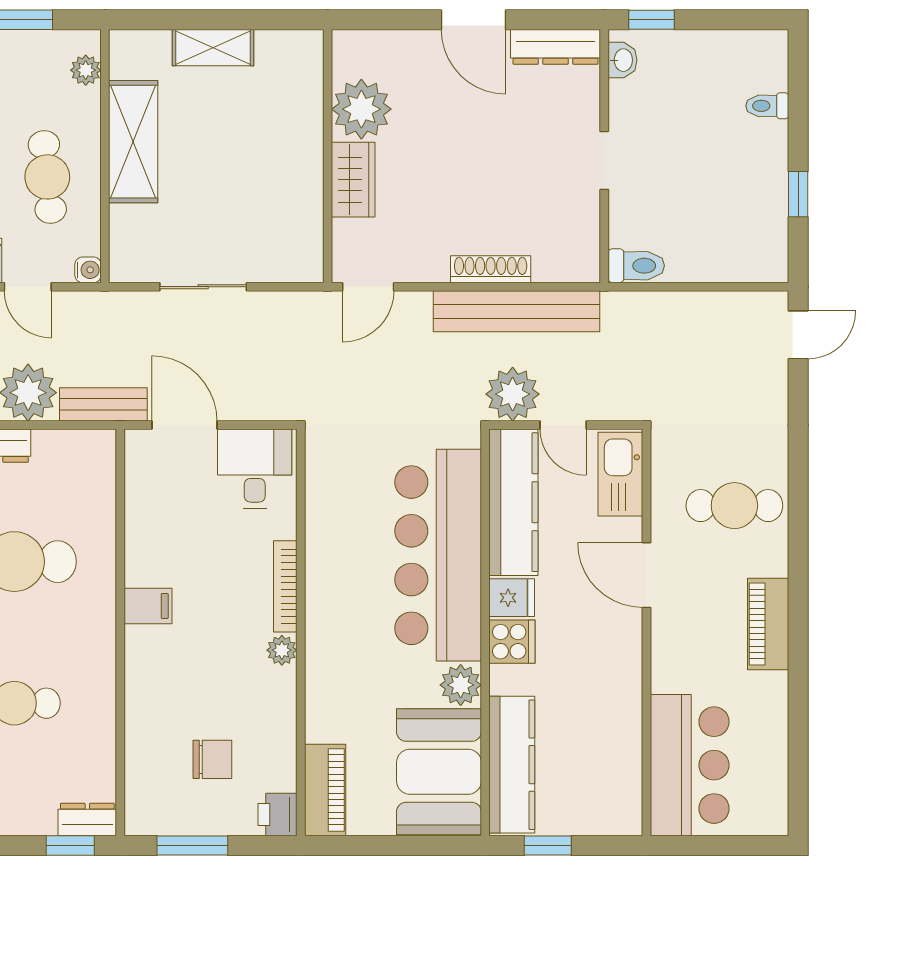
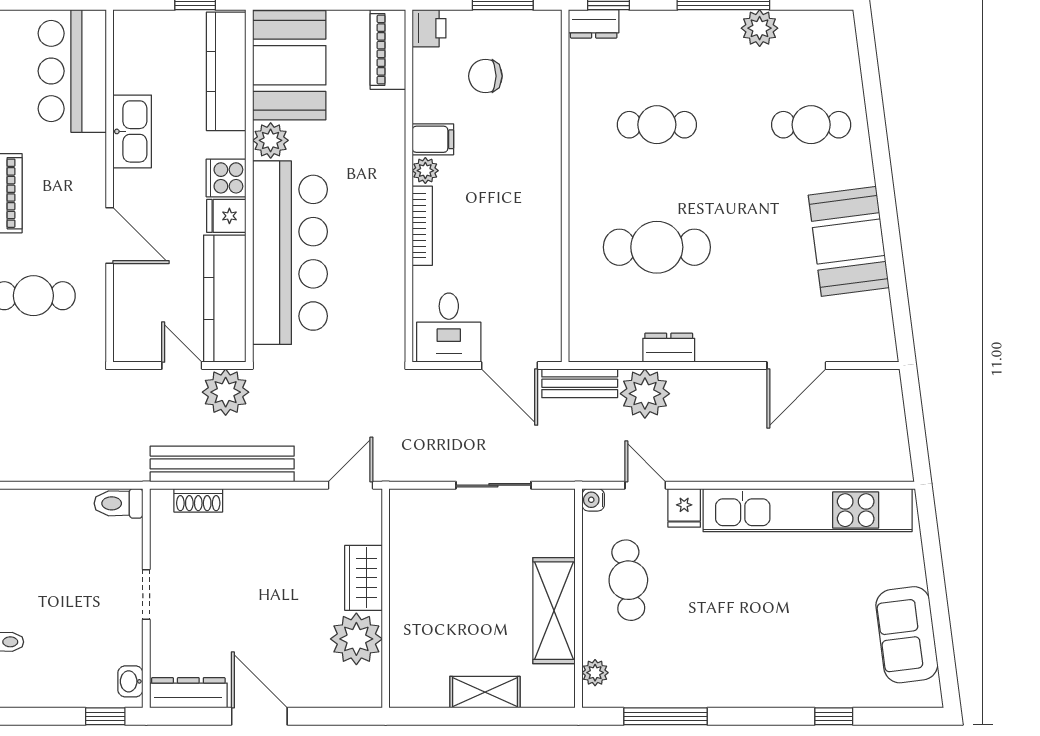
shoe rack: (491, 269) -> (198, 500), moved, width x0.70
kitchen sink: (620, 474) -> (132, 131), moved
filing cabinet: (148, 606) -> (433, 139), moved, turned 180

